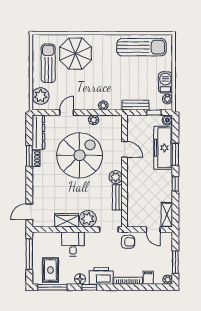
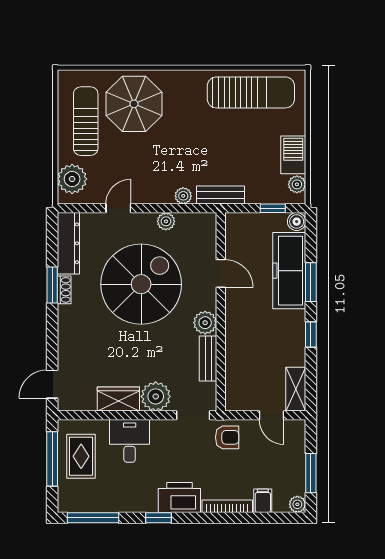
bench: (135, 105) -> (220, 195), moved
rug: (50, 270) -> (81, 456), moved
floor lamp: (80, 279) -> (142, 503), removed

